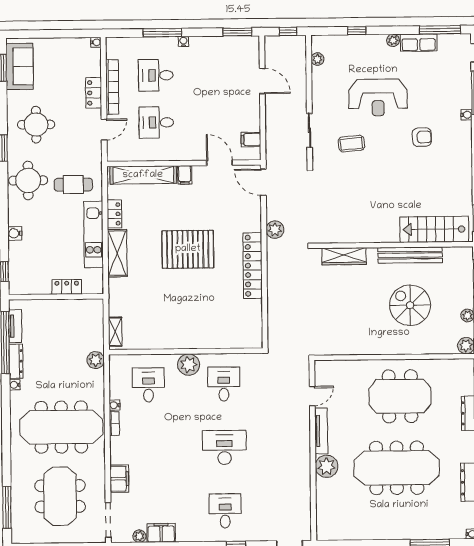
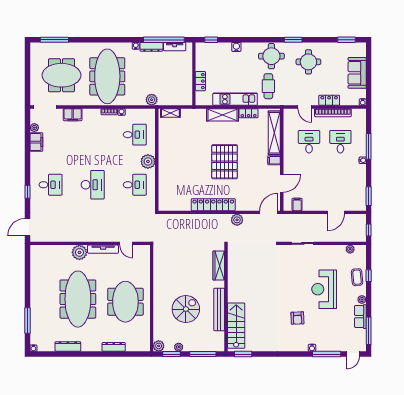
sofa: (20, 66) -> (357, 73), moved, turned 90
coffee table: (351, 144) -> (357, 277), moved

